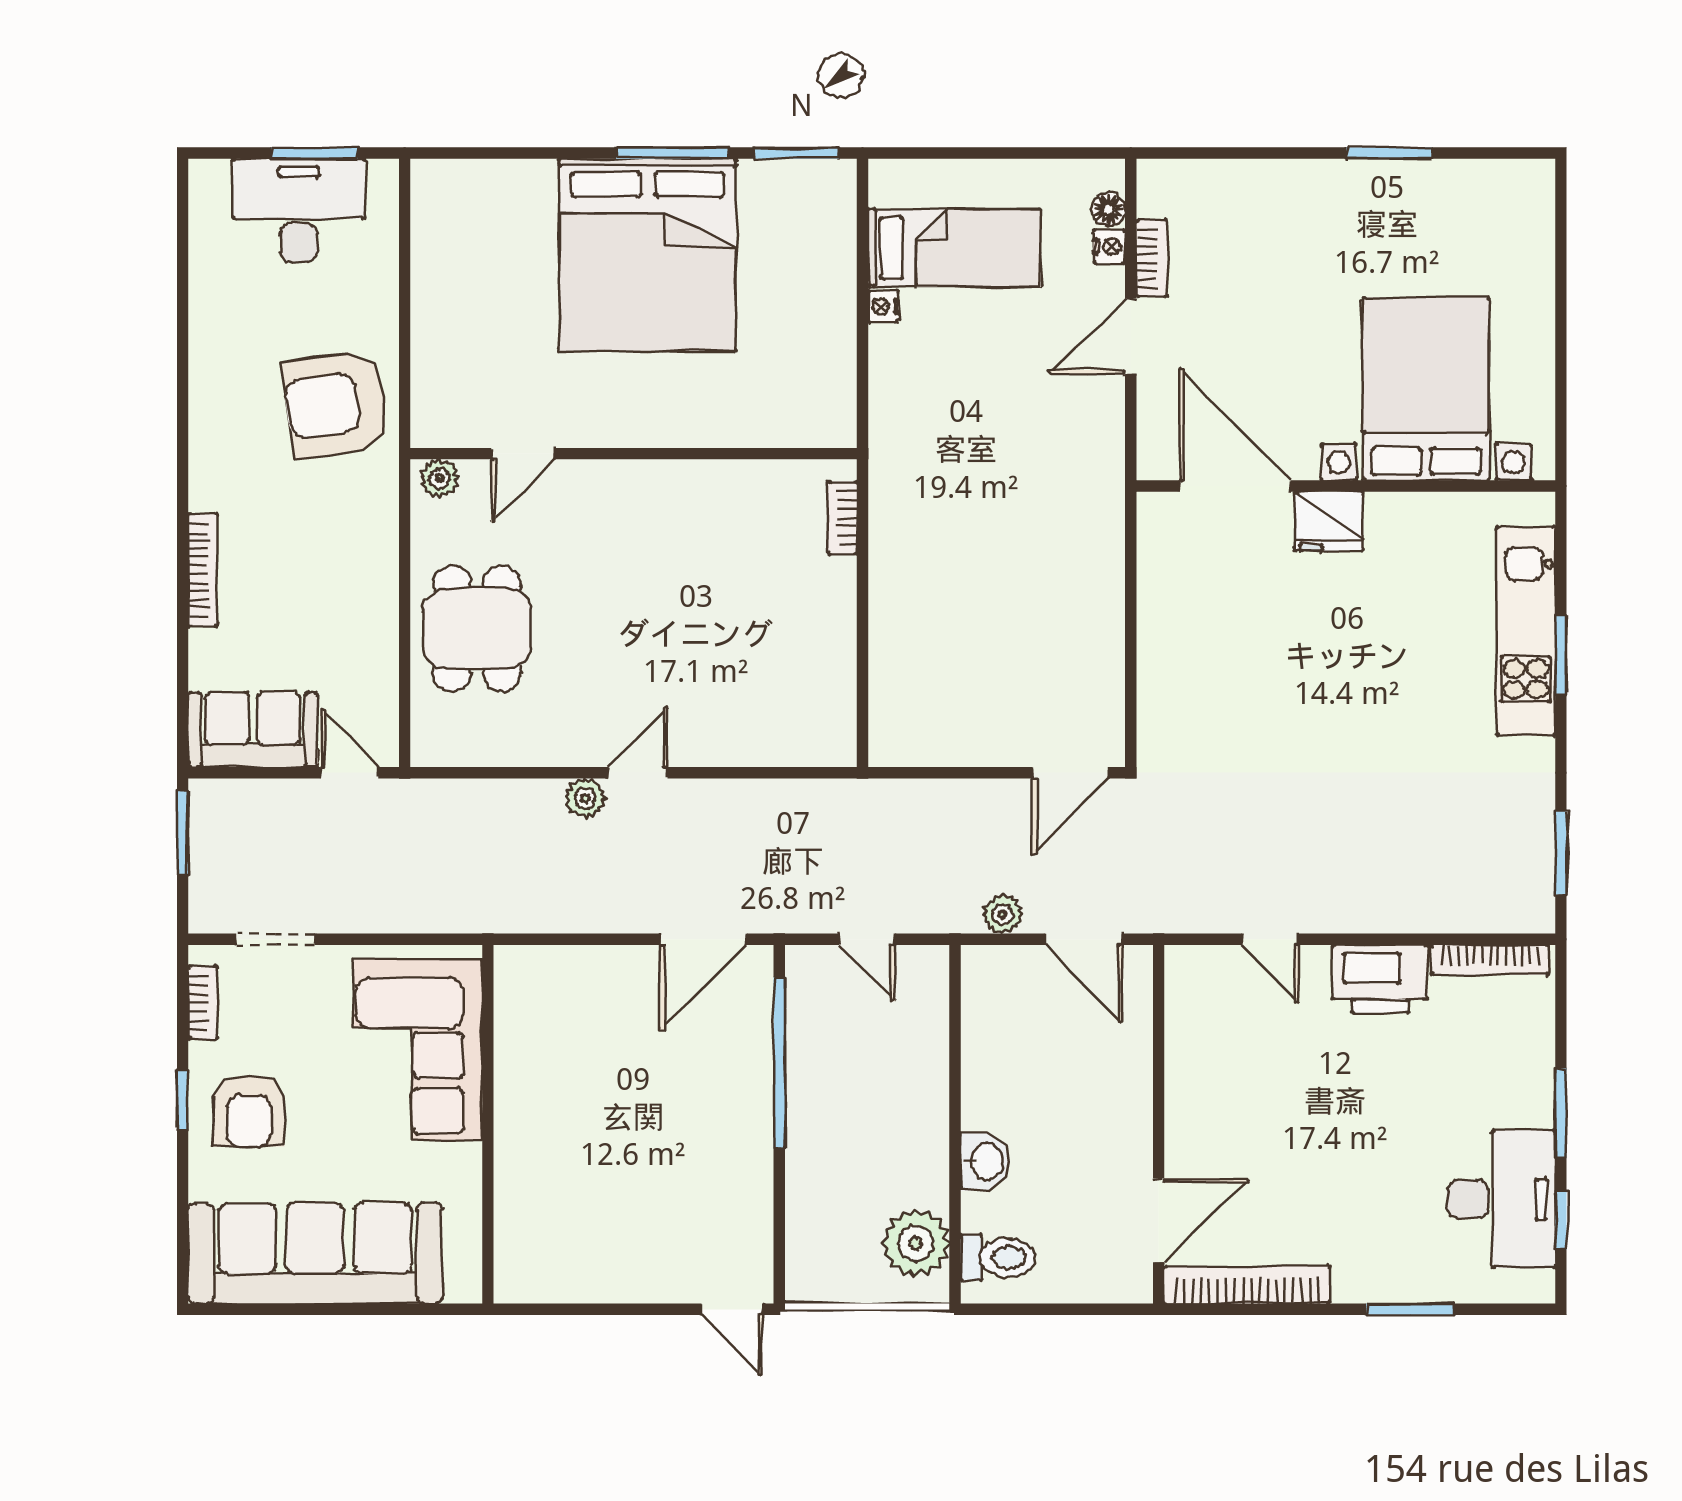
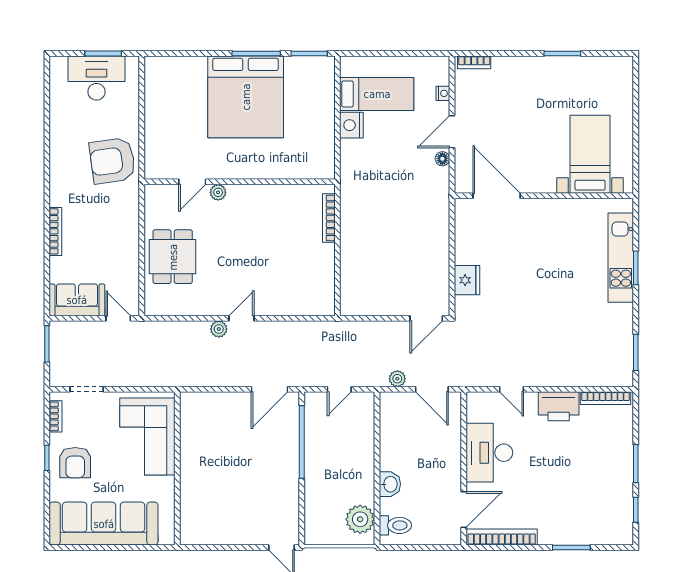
floor lamp: (1108, 209) -> (442, 159), moved
bookcase: (1152, 258) -> (474, 62), moved, turned 90
nightstand: (883, 307) -> (351, 125), width x1.89, depth x1.79
bed with nightstands: (1426, 389) -> (590, 154), width x0.73
plant: (440, 478) -> (218, 192), moved
bookcase: (842, 518) -> (329, 218), width x1.56
fridge: (1329, 521) -> (467, 280), moved, turned -90
door: (867, 939) -> (339, 389), hinge flipped
desk: (1501, 1199) -> (489, 453), moved, turned 180

